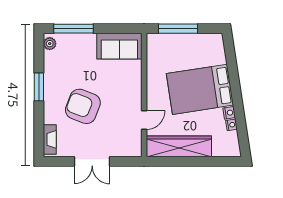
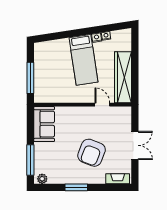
bed: (200, 89) -> (84, 60), width x0.67

